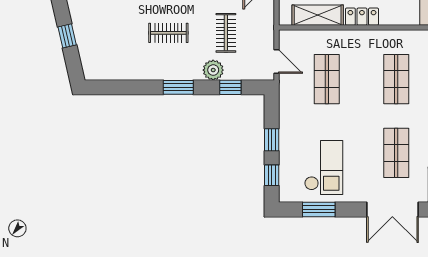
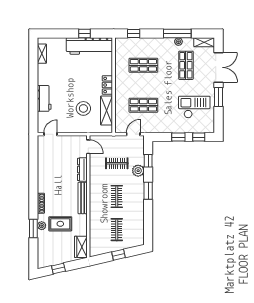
clothes rail: (111, 33) -> (117, 230), added
shop shelf: (396, 153) -> (186, 65), turned 90
window: (319, 209) -> (218, 97), moved

